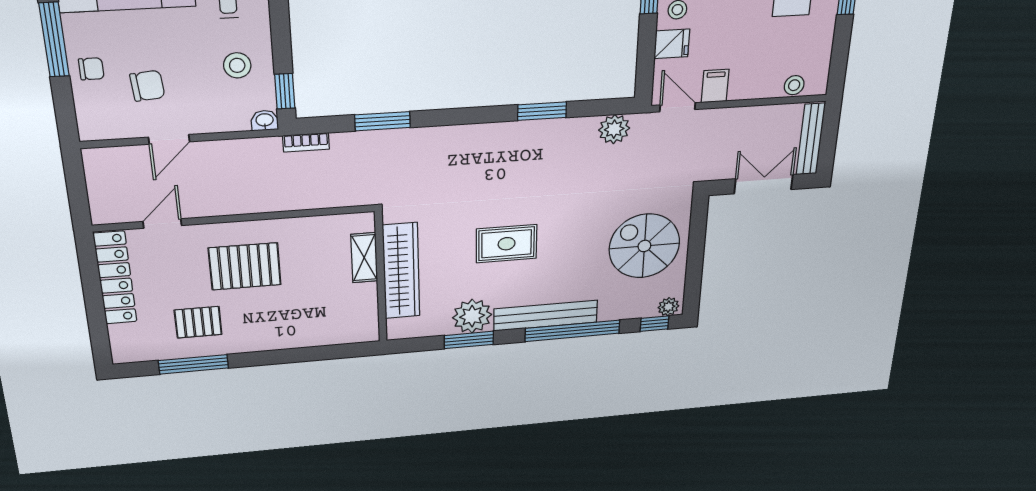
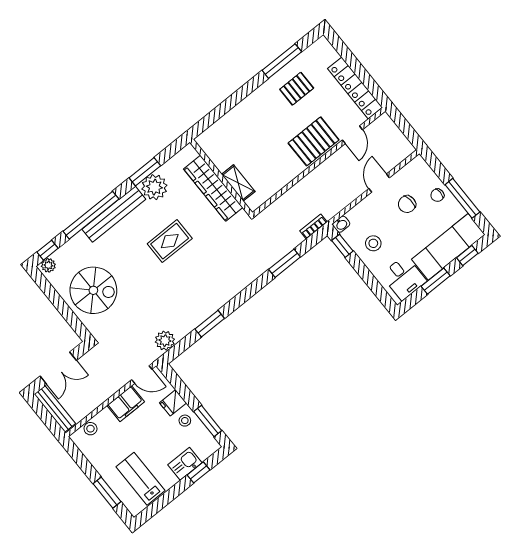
filing cabinet: (715, 86) -> (126, 404), width x2.00
pallet: (245, 266) -> (314, 141), moved

